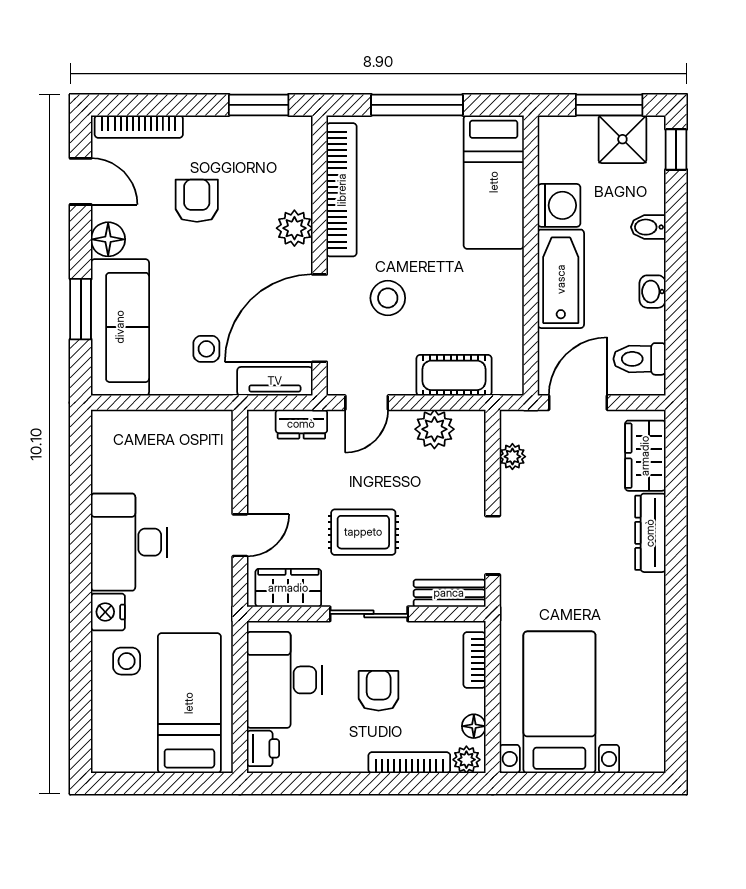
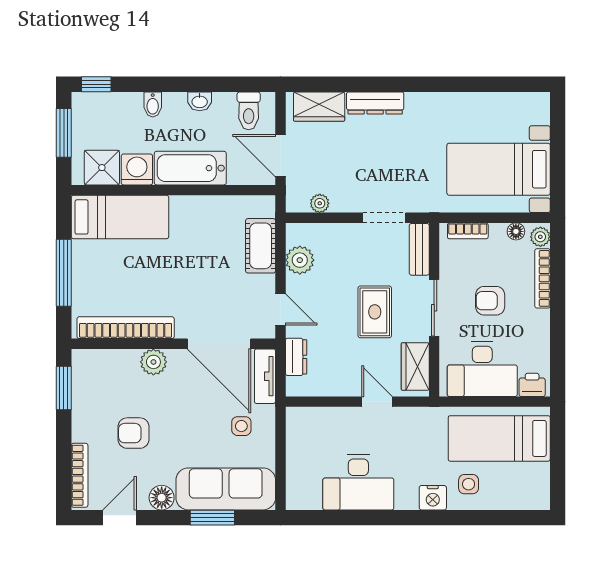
shower: (622, 139) -> (102, 168), moved
stool: (388, 298) -> (204, 294), removed
desk: (129, 542) -> (358, 482), moved

